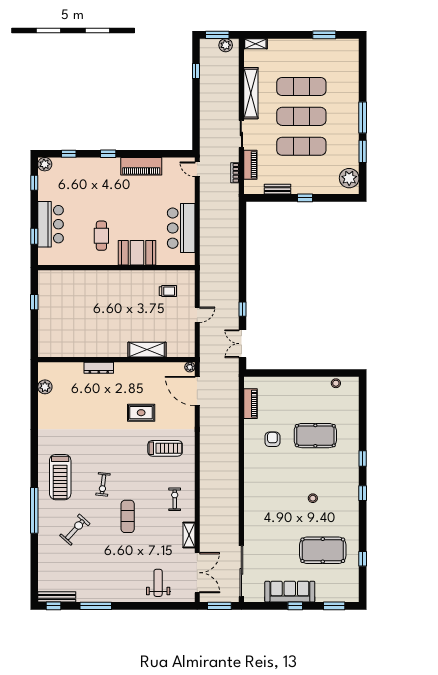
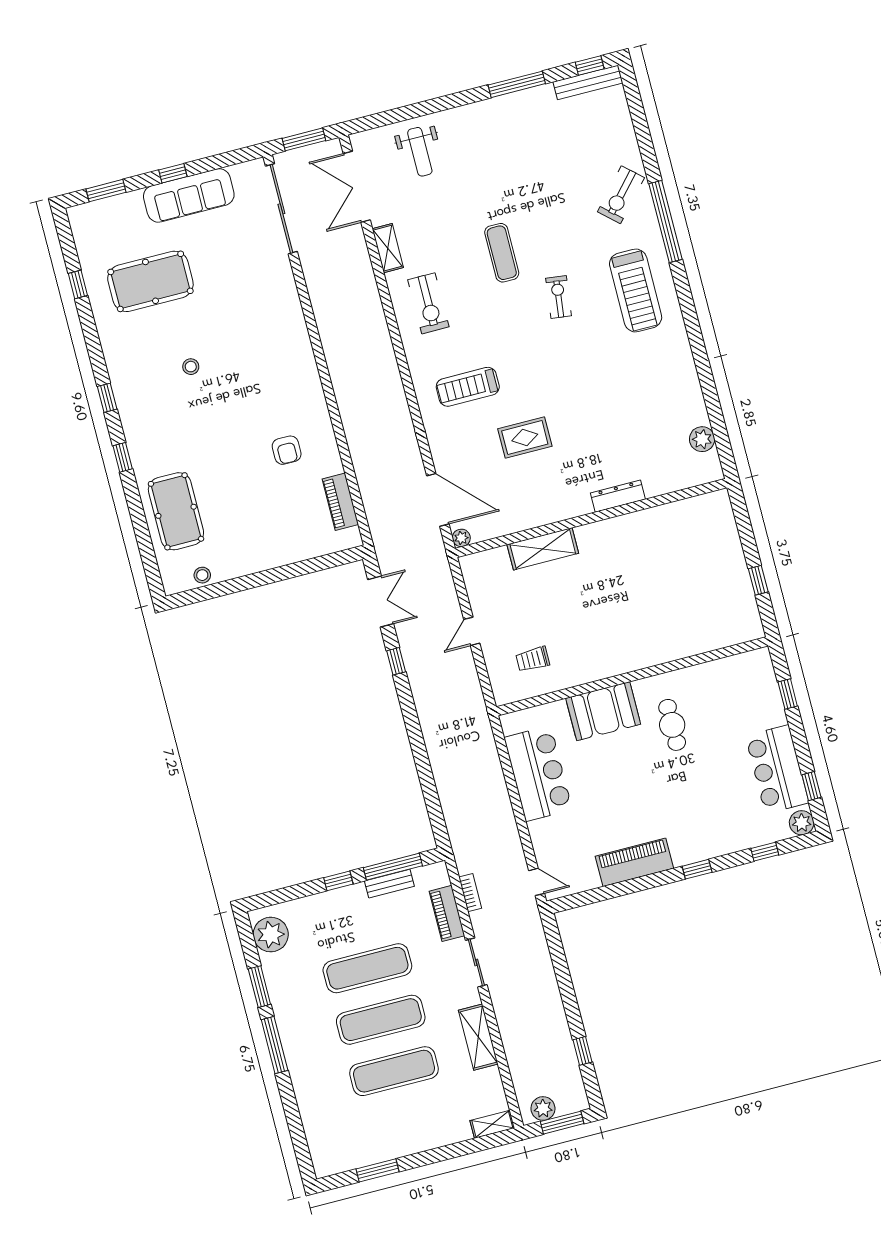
shelving: (251, 93) -> (478, 1037), width x0.68
window: (273, 198) -> (393, 867), added
bar counter: (51, 224) -> (777, 769), moved
pool table: (315, 436) -> (176, 511), moved, turned 90
treadmill: (60, 477) -> (636, 291), turned 180
exercise bike: (175, 499) -> (428, 303), width x1.38, depth x1.39
exercise bike: (75, 530) -> (621, 195), moved

